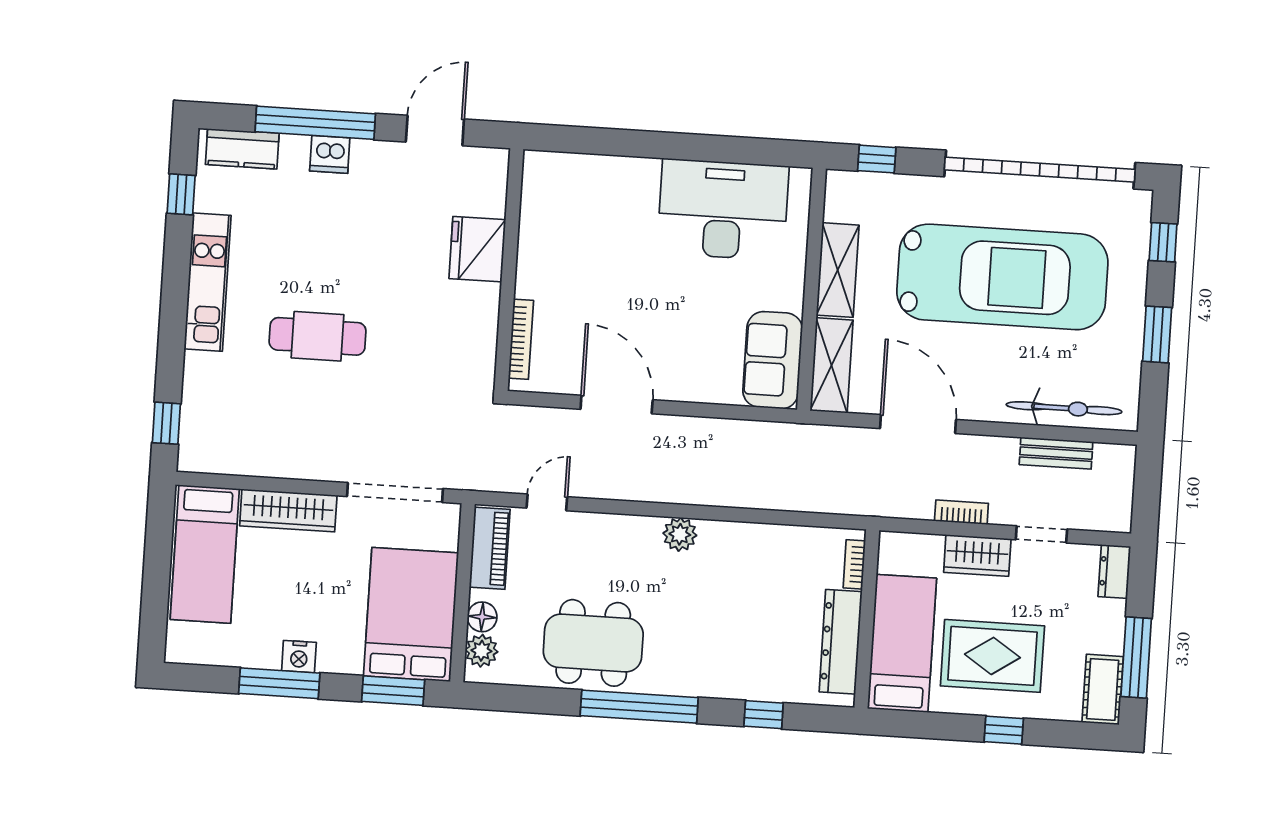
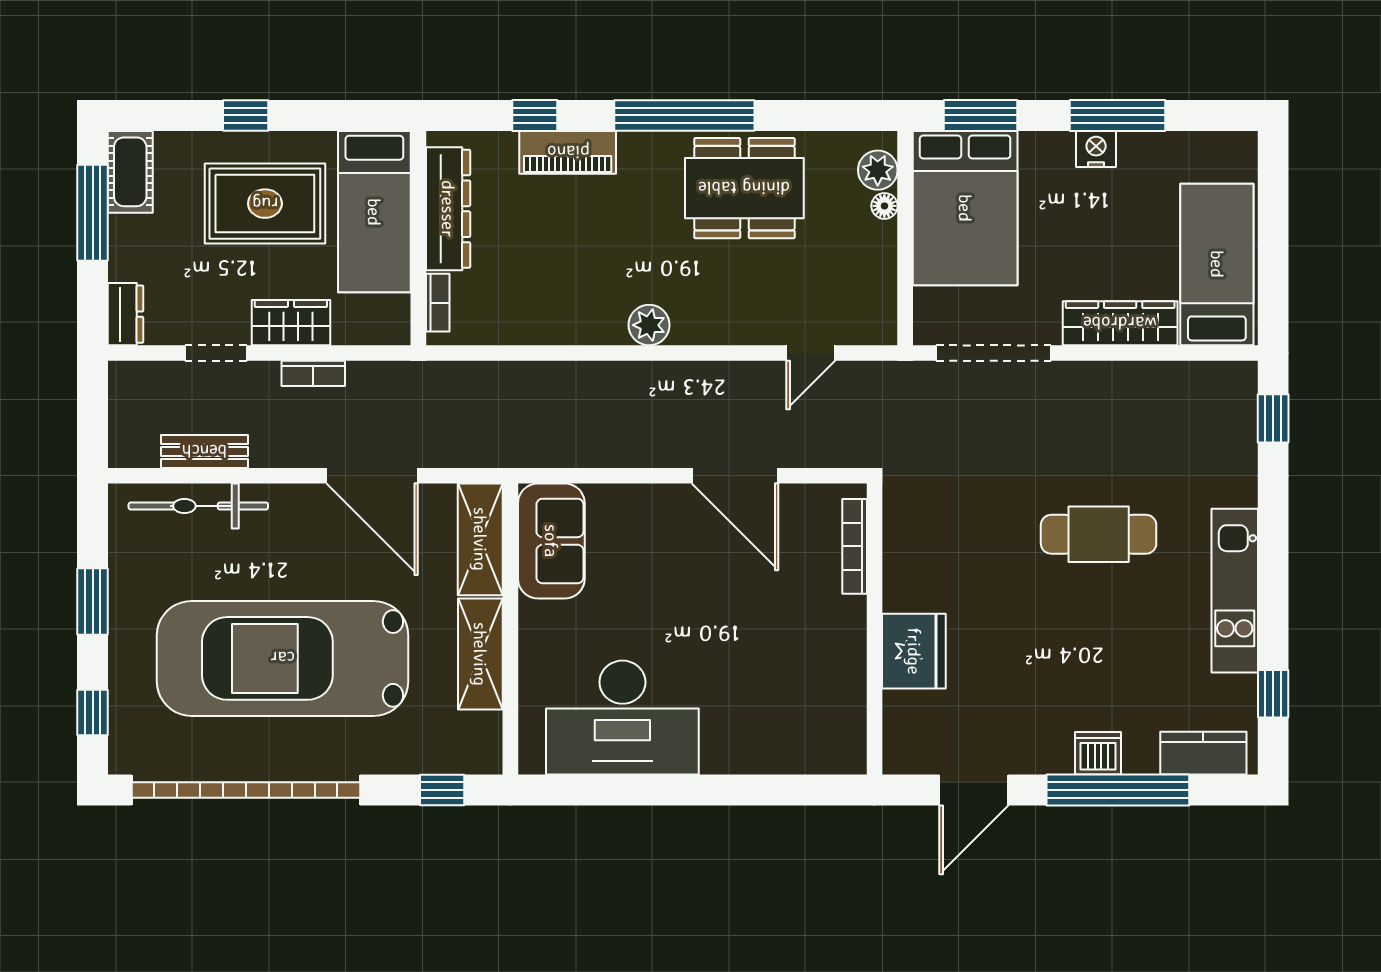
piano: (490, 548) -> (568, 152), moved, turned -90
floor lamp: (482, 617) -> (884, 206), width x0.73, depth x0.73

